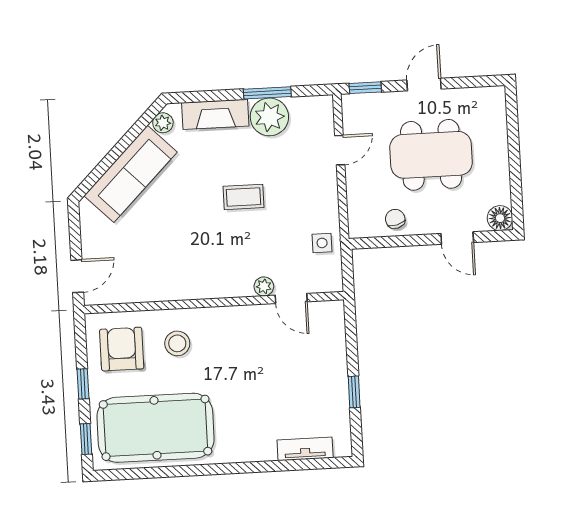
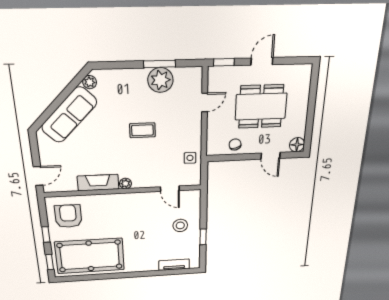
fireplace: (215, 114) -> (98, 183), moved, turned 180
plant: (264, 286) -> (125, 184), moved
stool: (177, 343) -> (180, 225), moved

